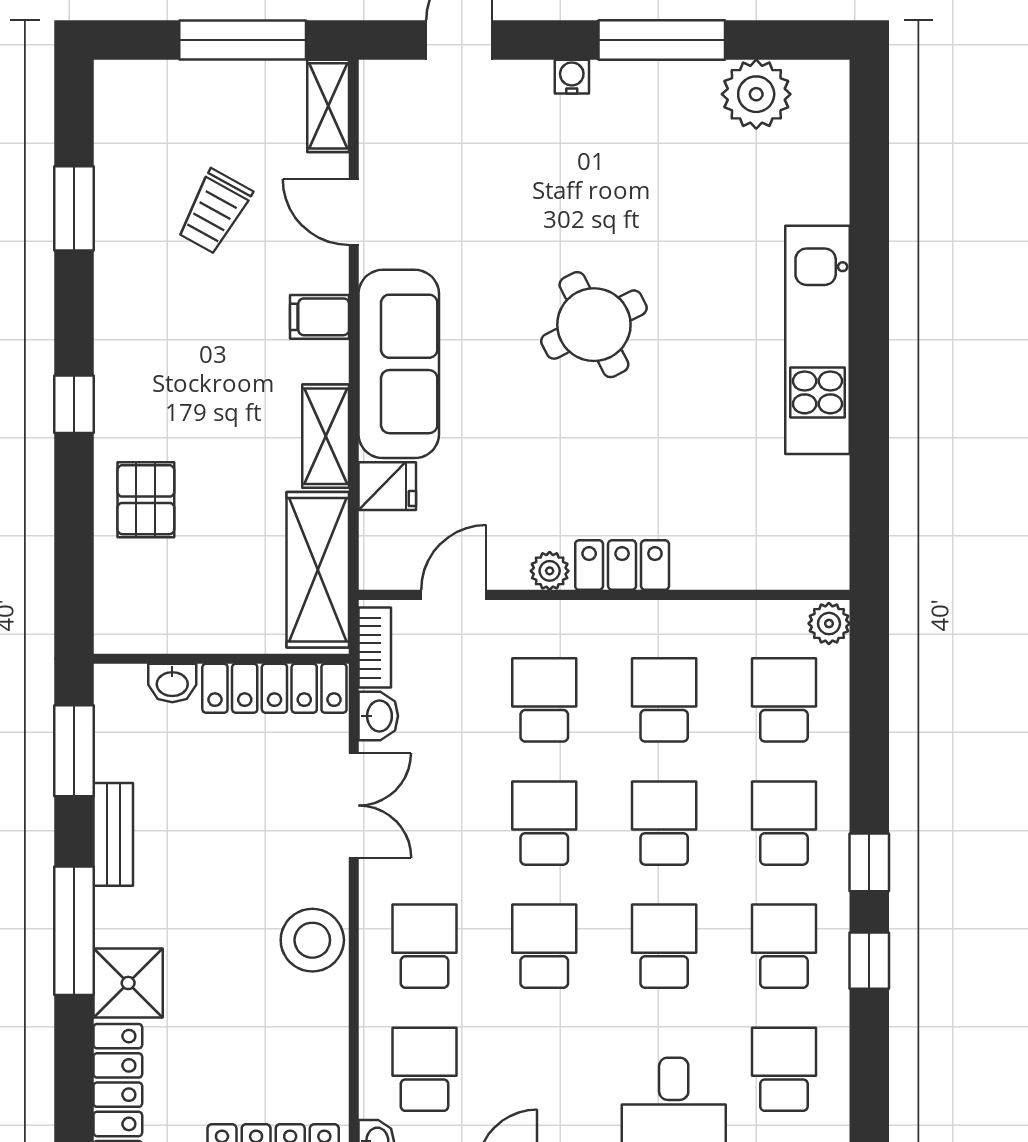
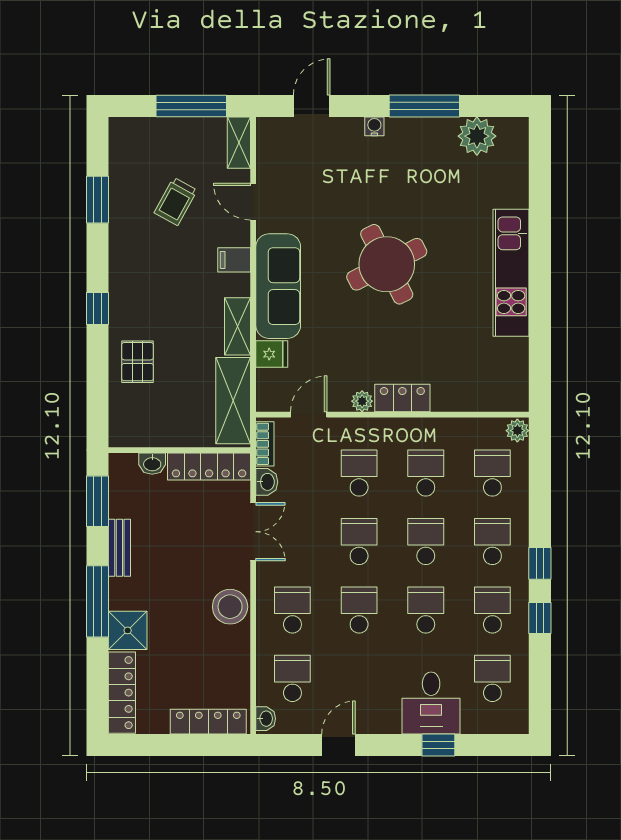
round table: (594, 325) -> (387, 264), width x1.36, depth x1.36

